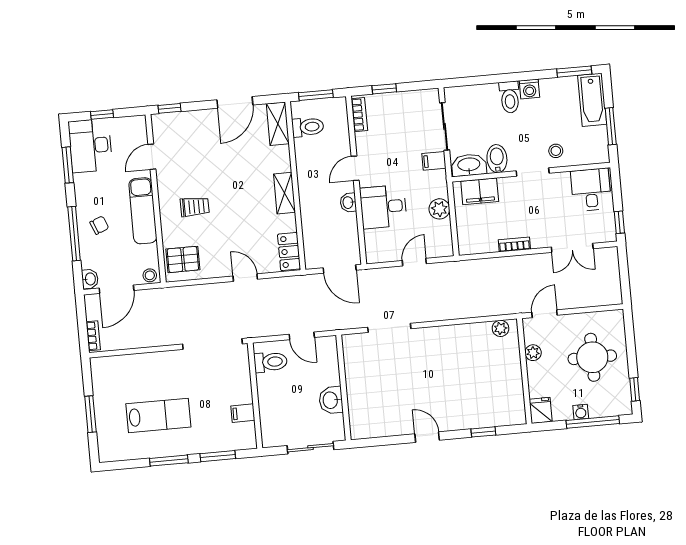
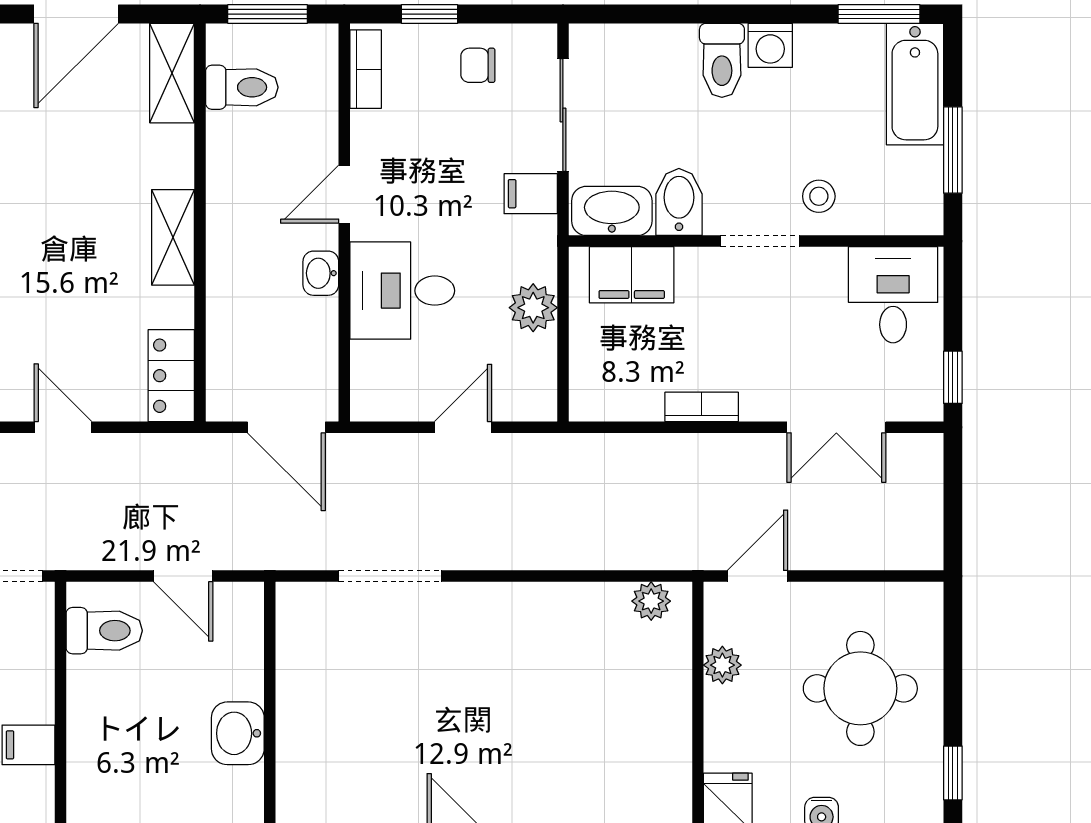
chair: (407, 109) -> (478, 65), added

